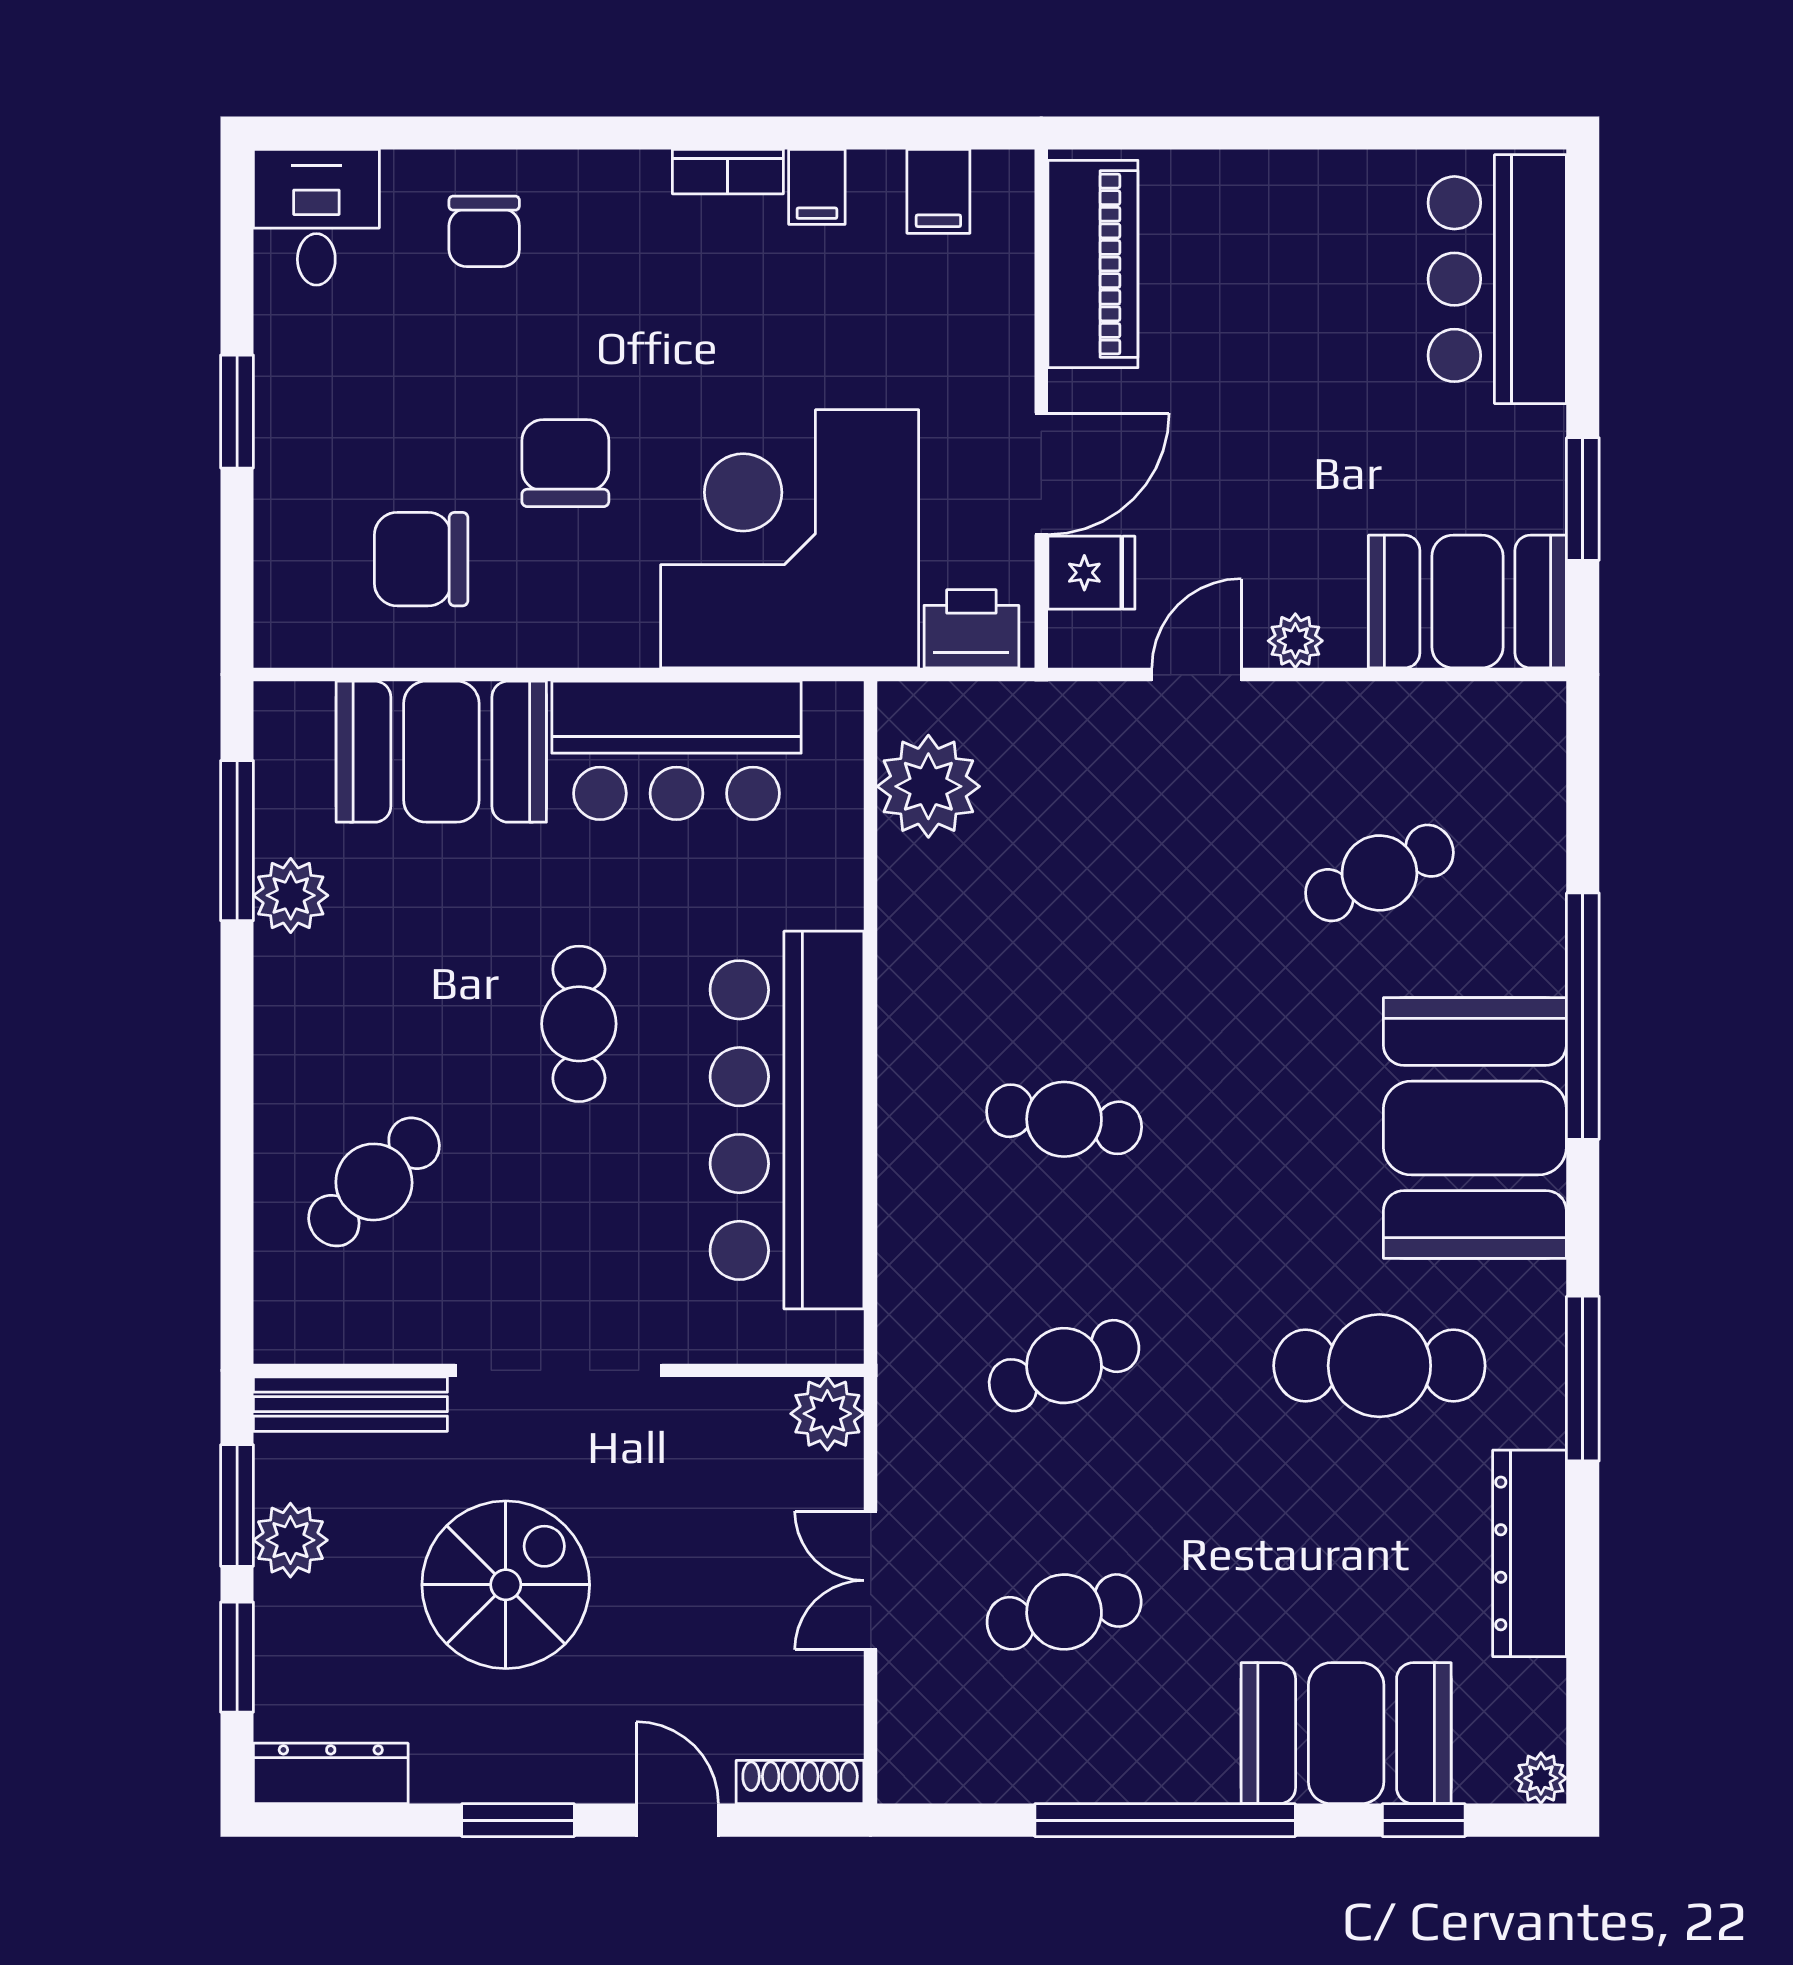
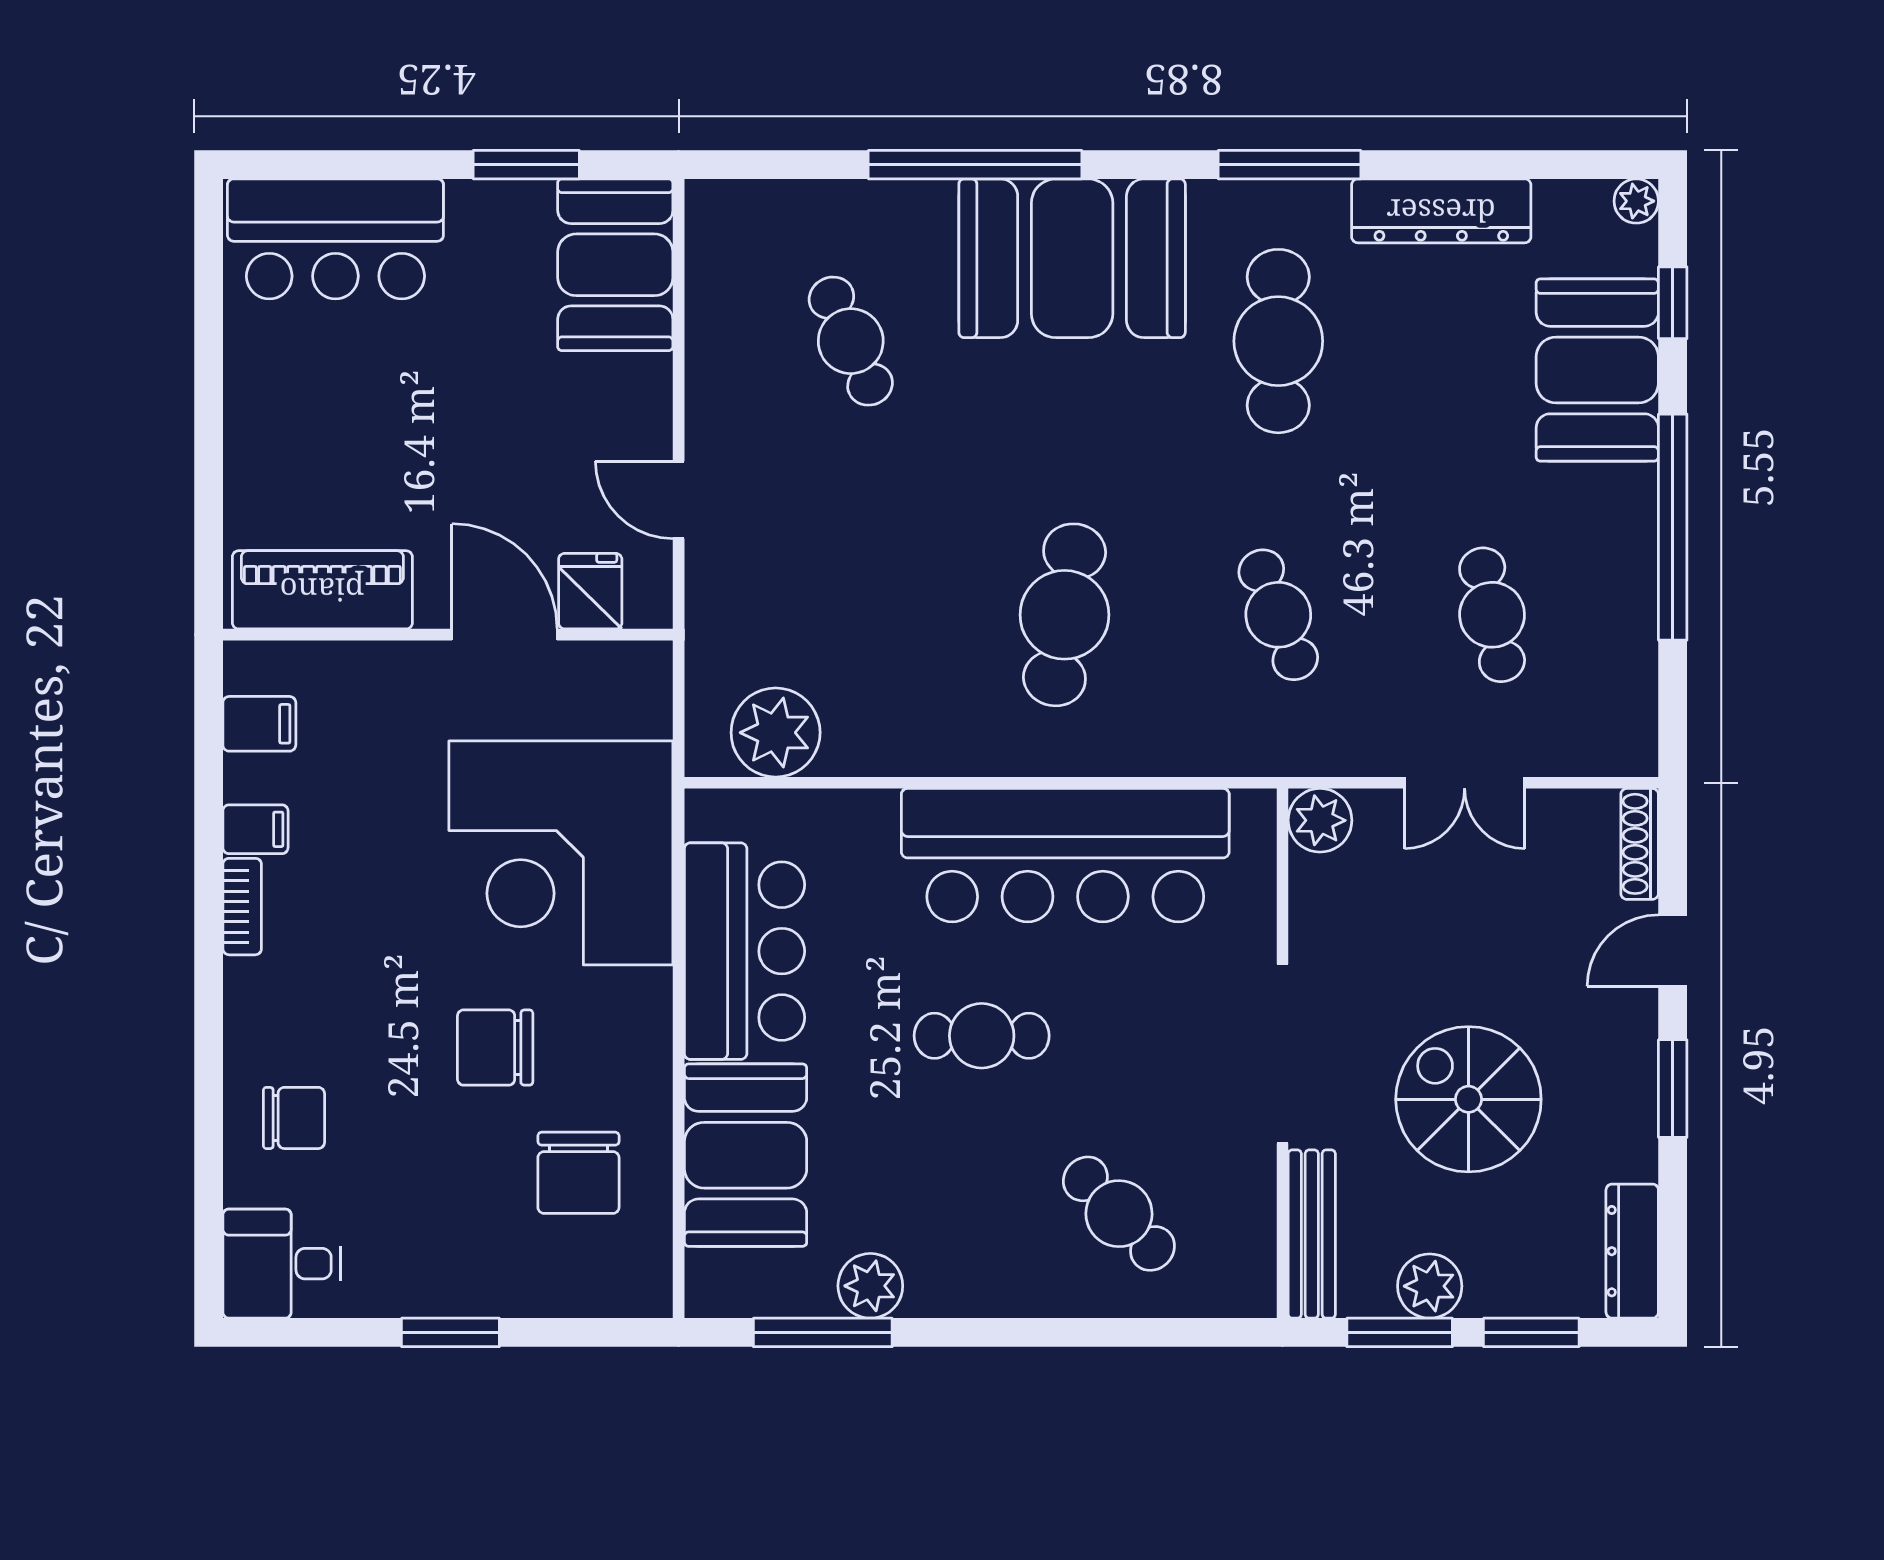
printer: (971, 629) -> (639, 695), removed
plant: (1295, 641) -> (649, 414), removed
cafe table: (1064, 1119) -> (1064, 615), width x1.37, depth x1.35

